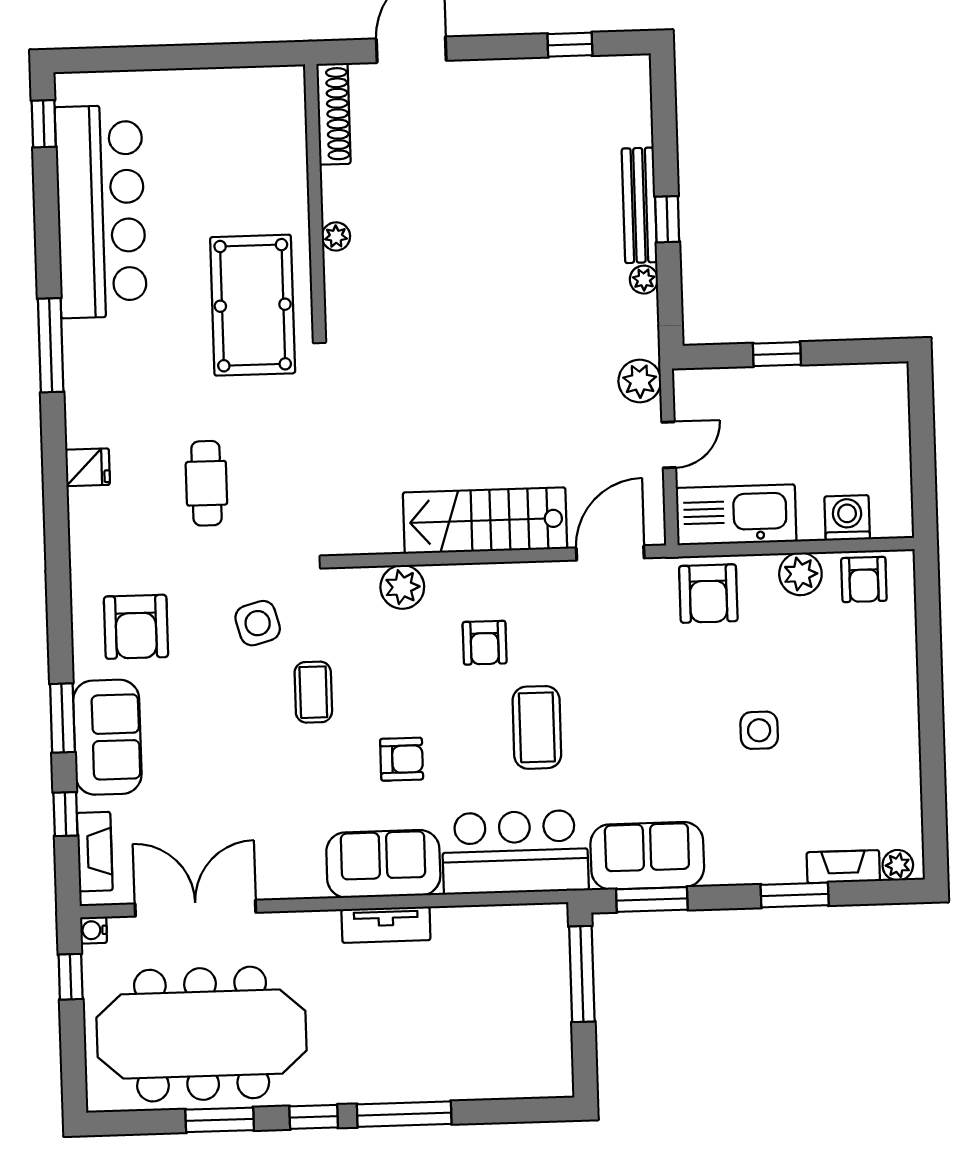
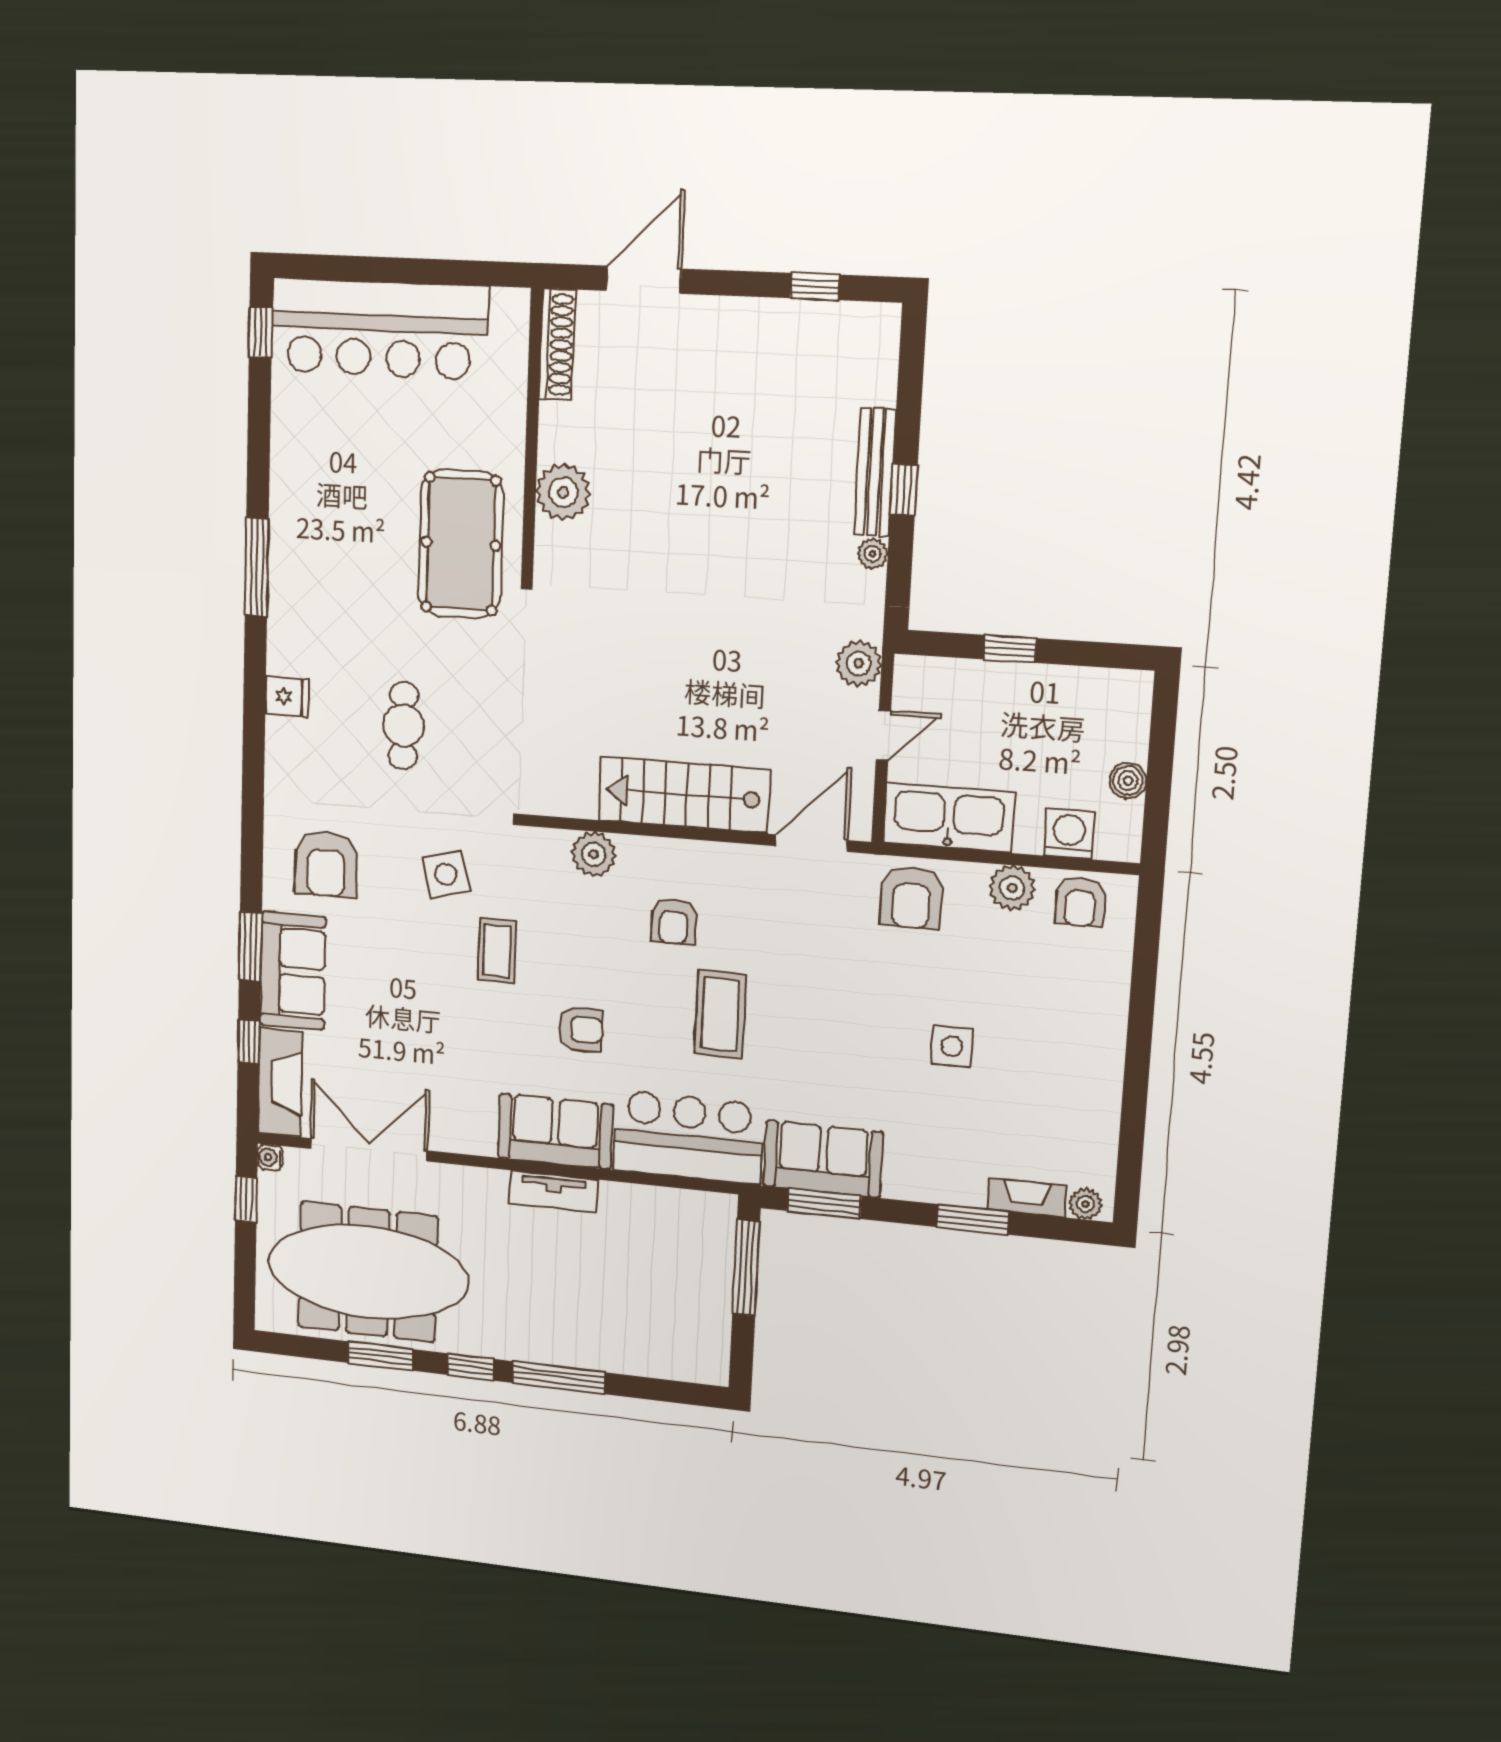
bar counter: (101, 211) -> (379, 329), moved, turned 90
plant: (336, 236) -> (563, 492), width x1.87, depth x1.87
boiler: (895, 463) -> (1128, 781), added
fireplace: (95, 852) -> (280, 1082), width x1.37, depth x1.32

